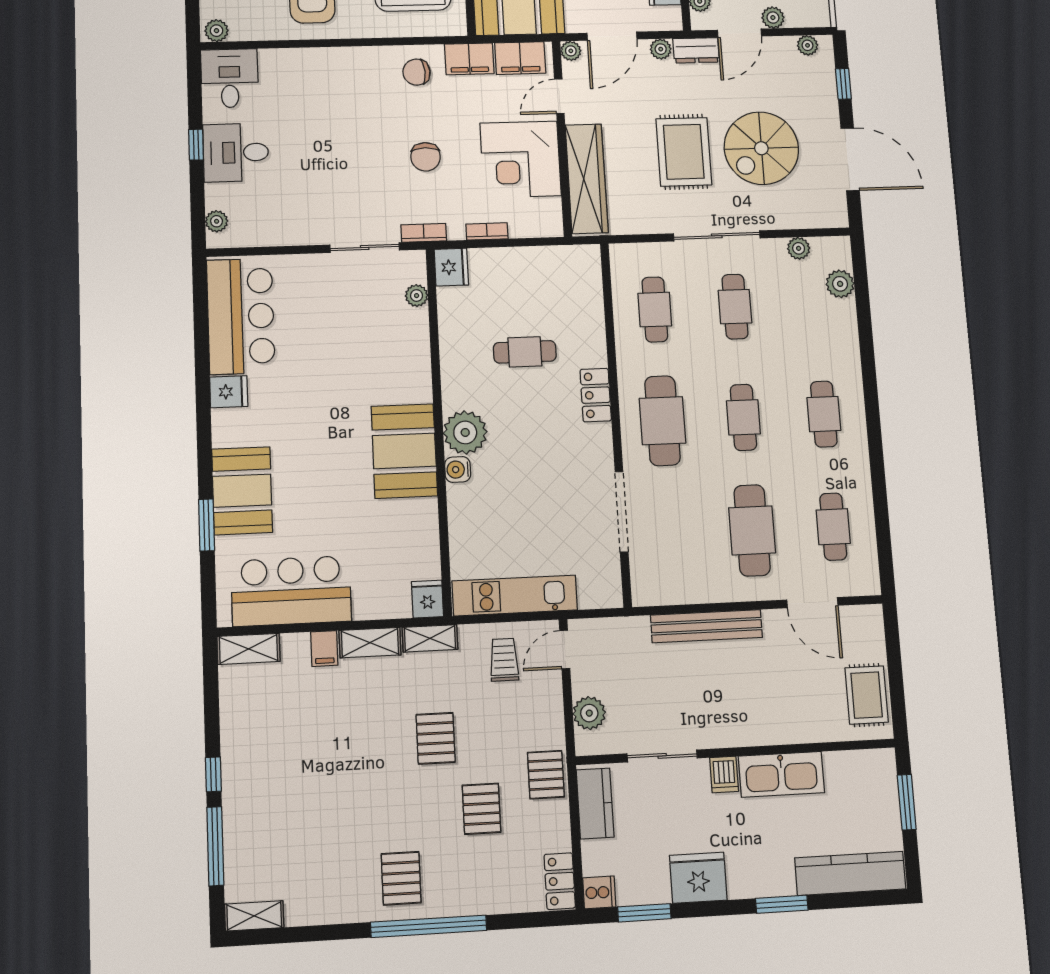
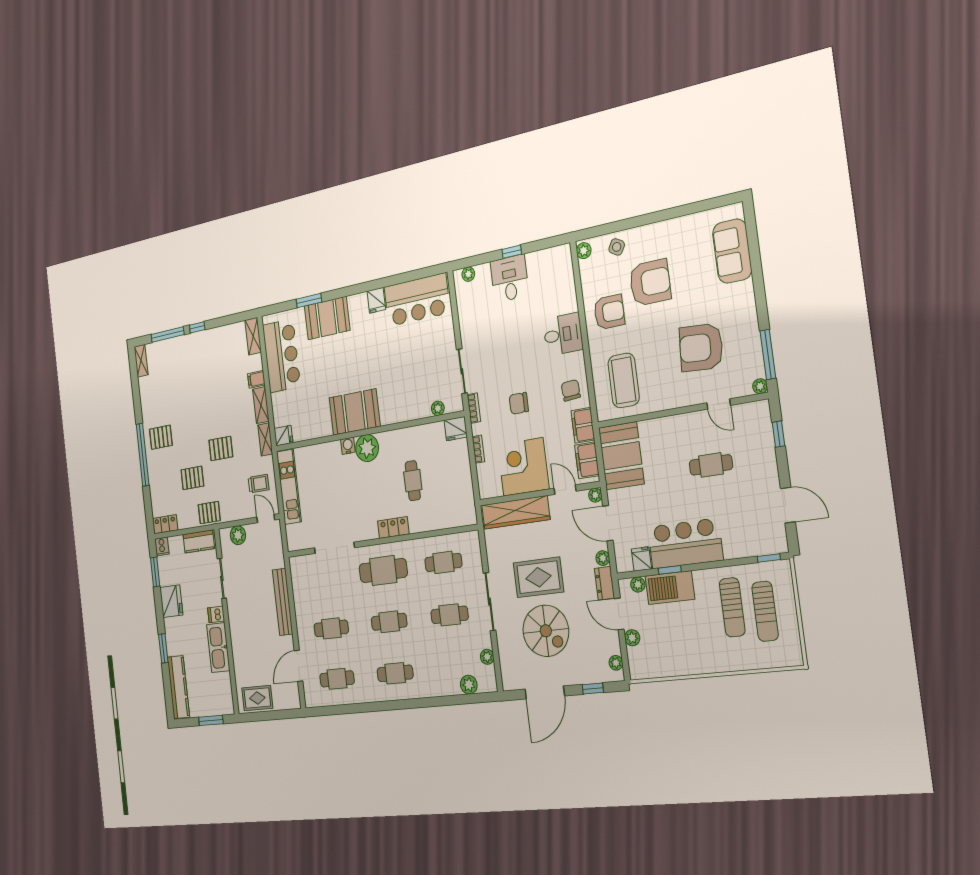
desk: (230, 78) -> (563, 334), moved
spiral stairs: (761, 148) -> (546, 631), turned 180
cafe table: (752, 530) -> (331, 628), width x0.73, depth x0.74

